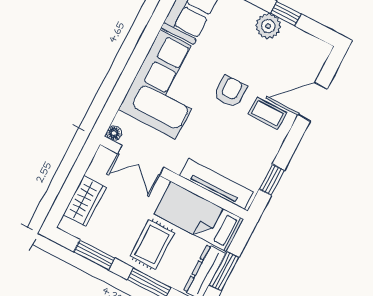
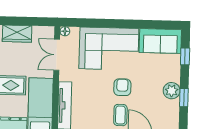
armchair: (230, 92) -> (122, 87), turned -90

